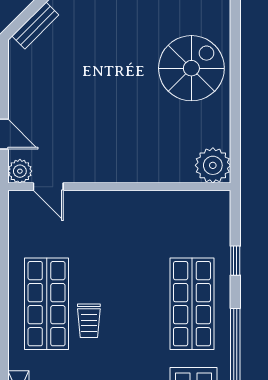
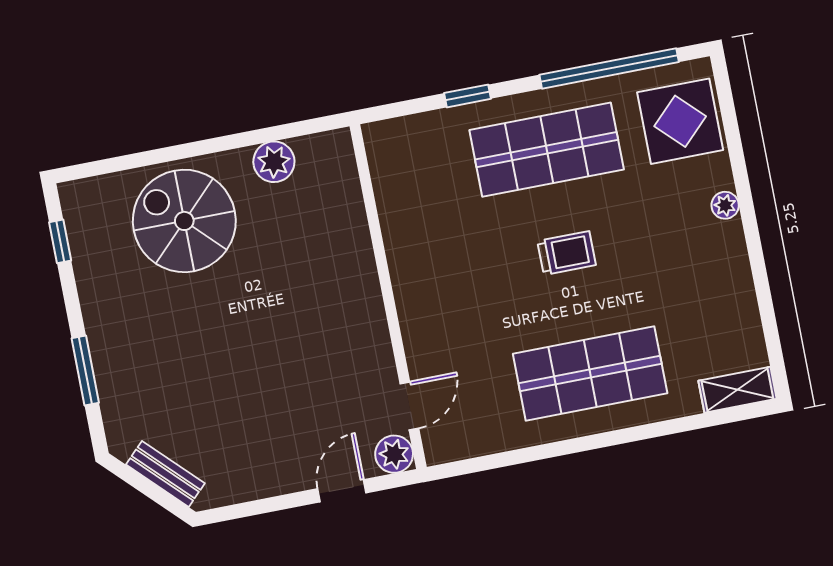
plant: (213, 165) -> (274, 162), moved, width x0.73, depth x0.73
trolley: (89, 321) -> (567, 253), moved

